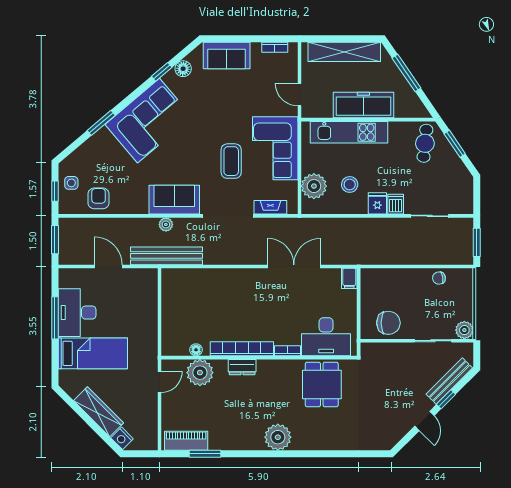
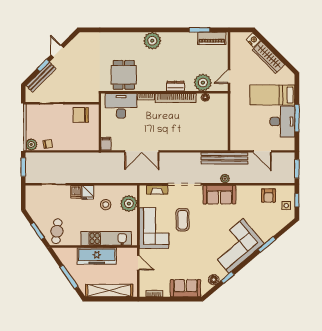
plant: (464, 330) -> (31, 144), moved

